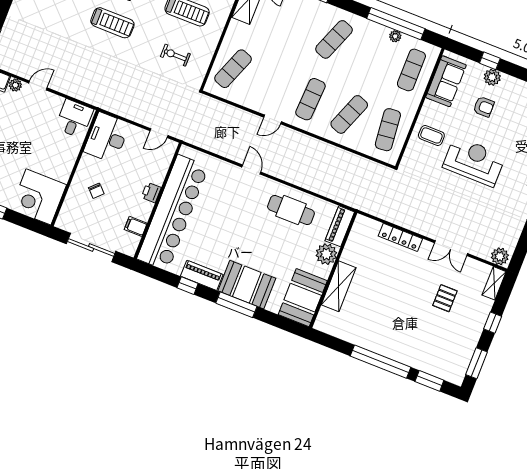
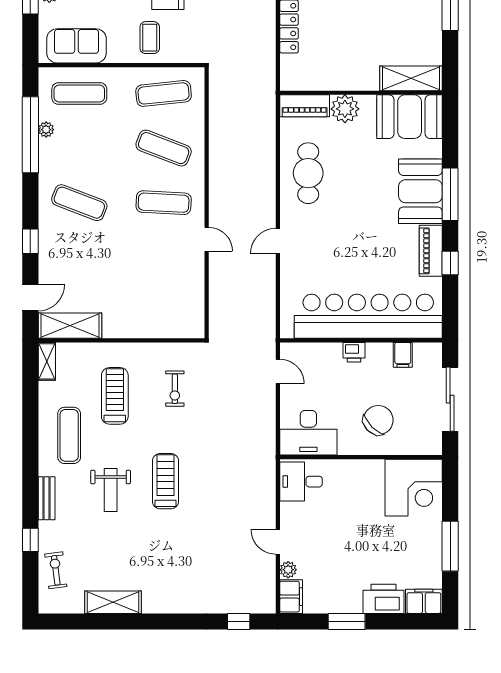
exercise mat: (233, 69) -> (164, 312), removed
chair: (96, 191) -> (378, 420), width x1.87, depth x1.87
shelving: (339, 286) -> (411, 78), moved

